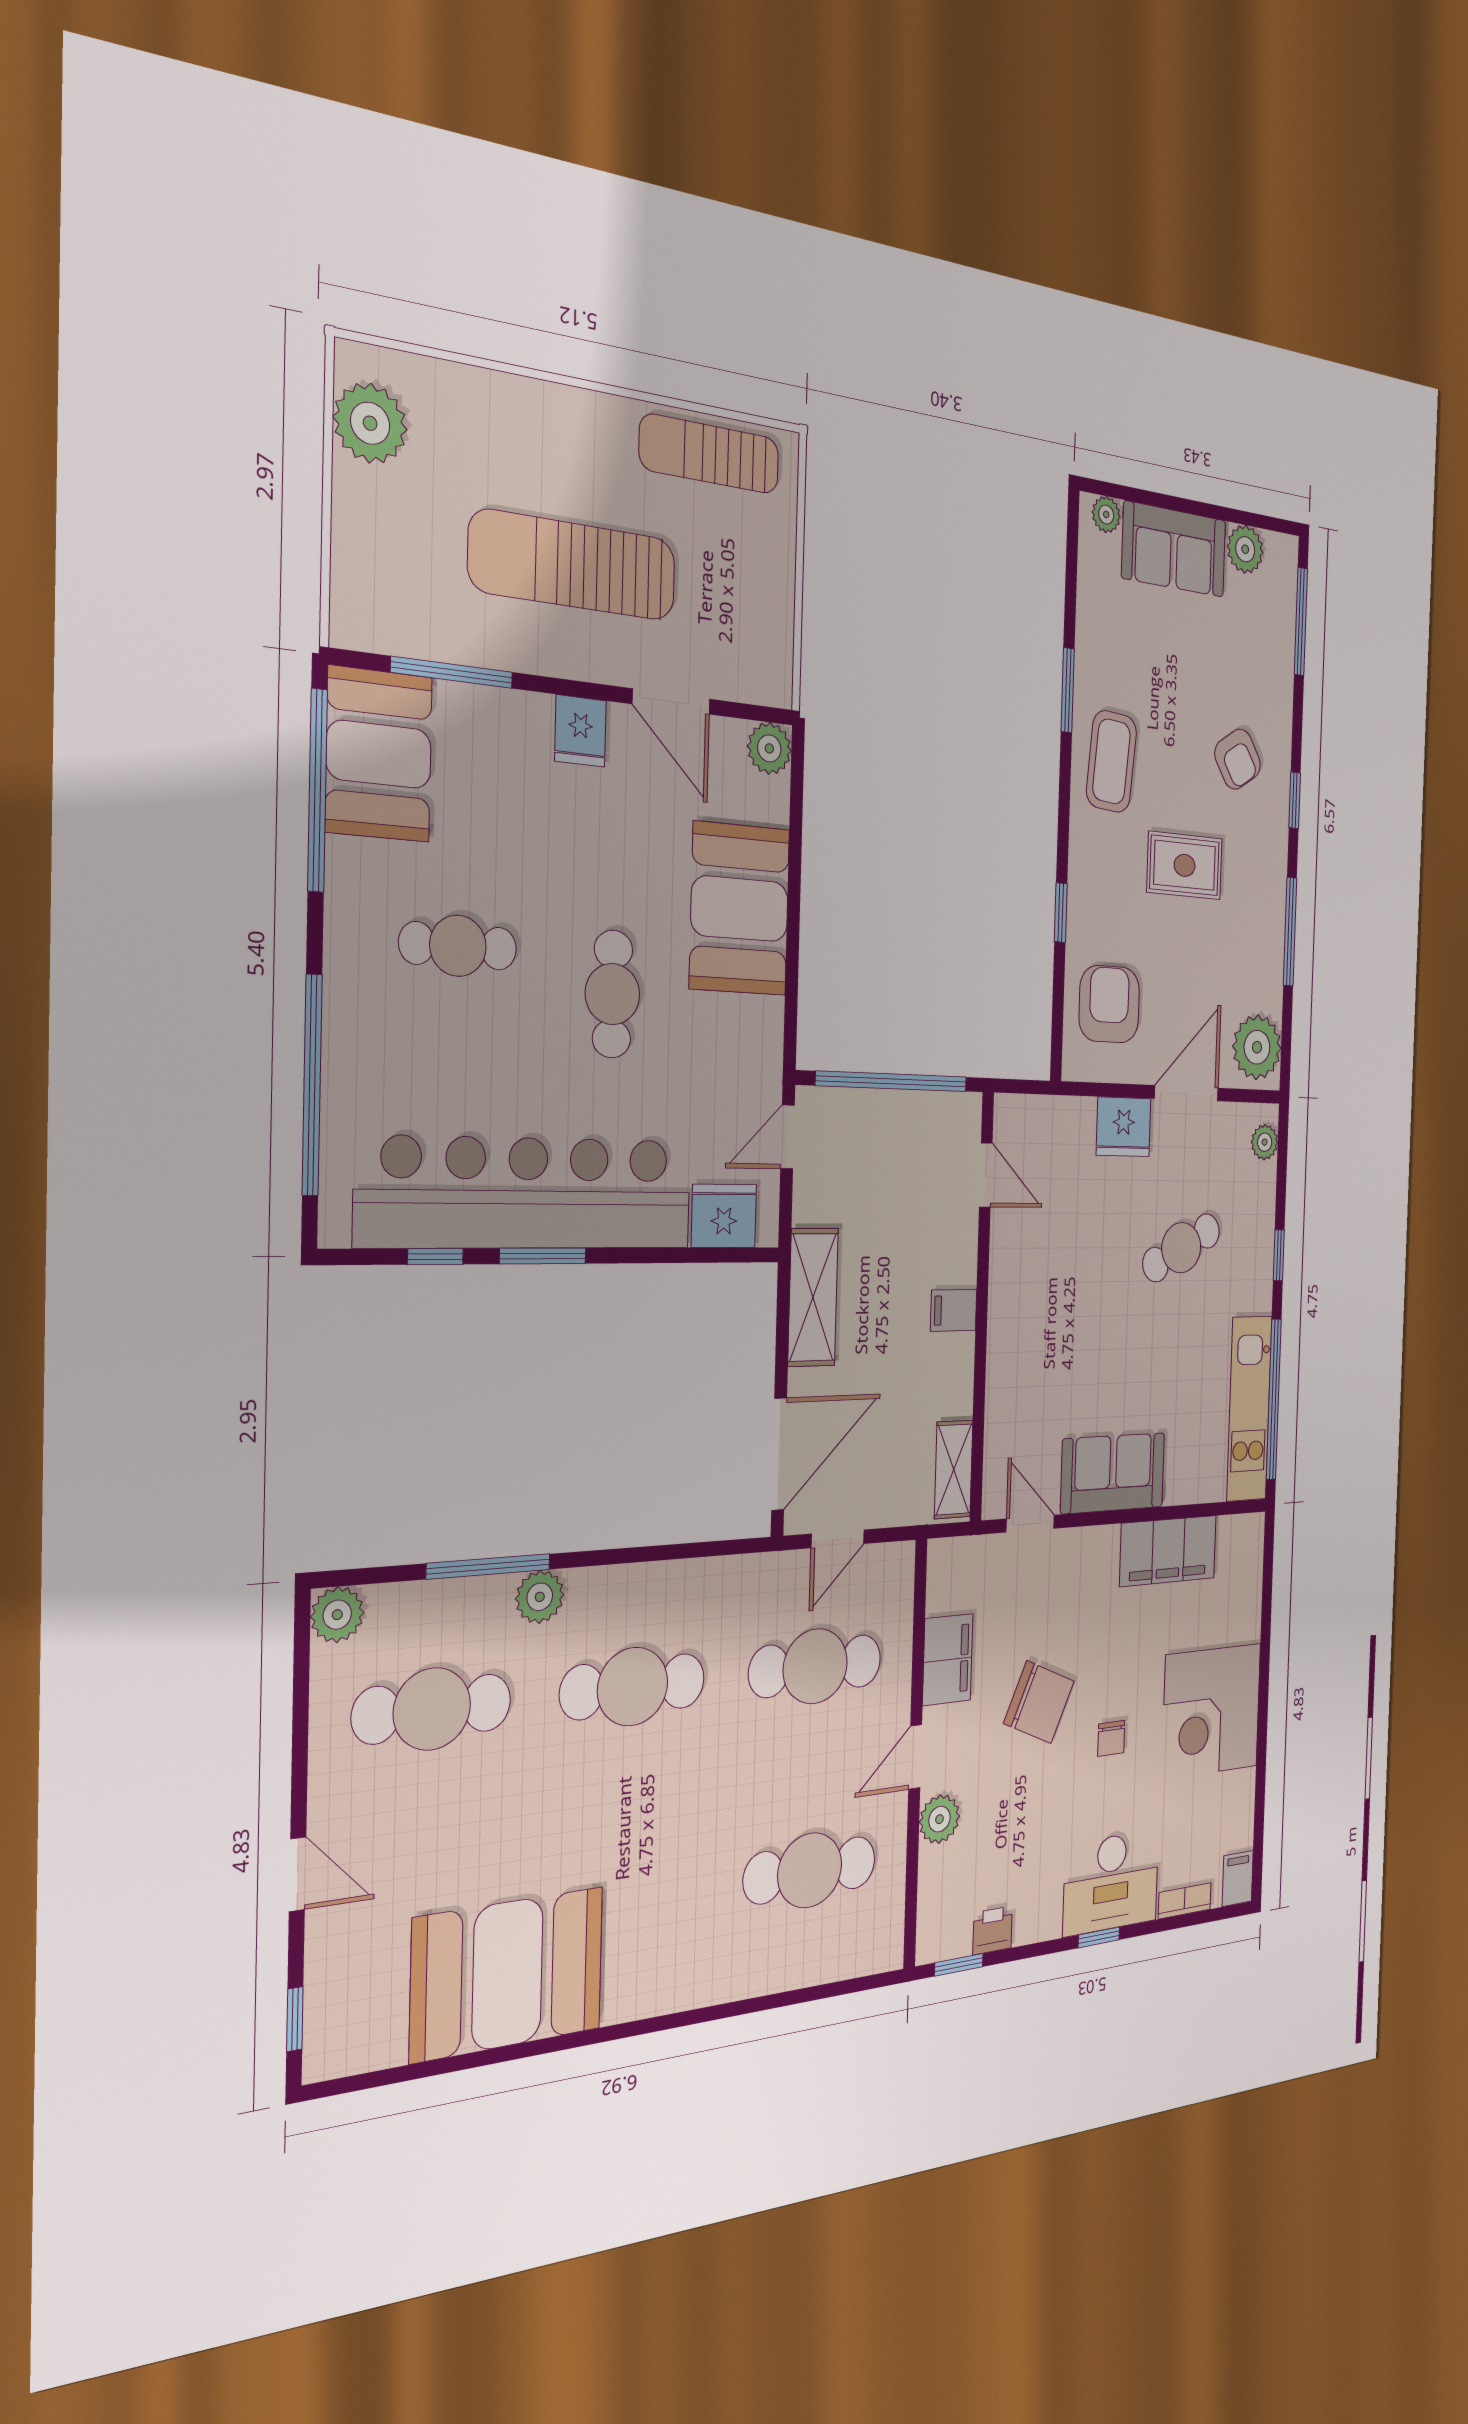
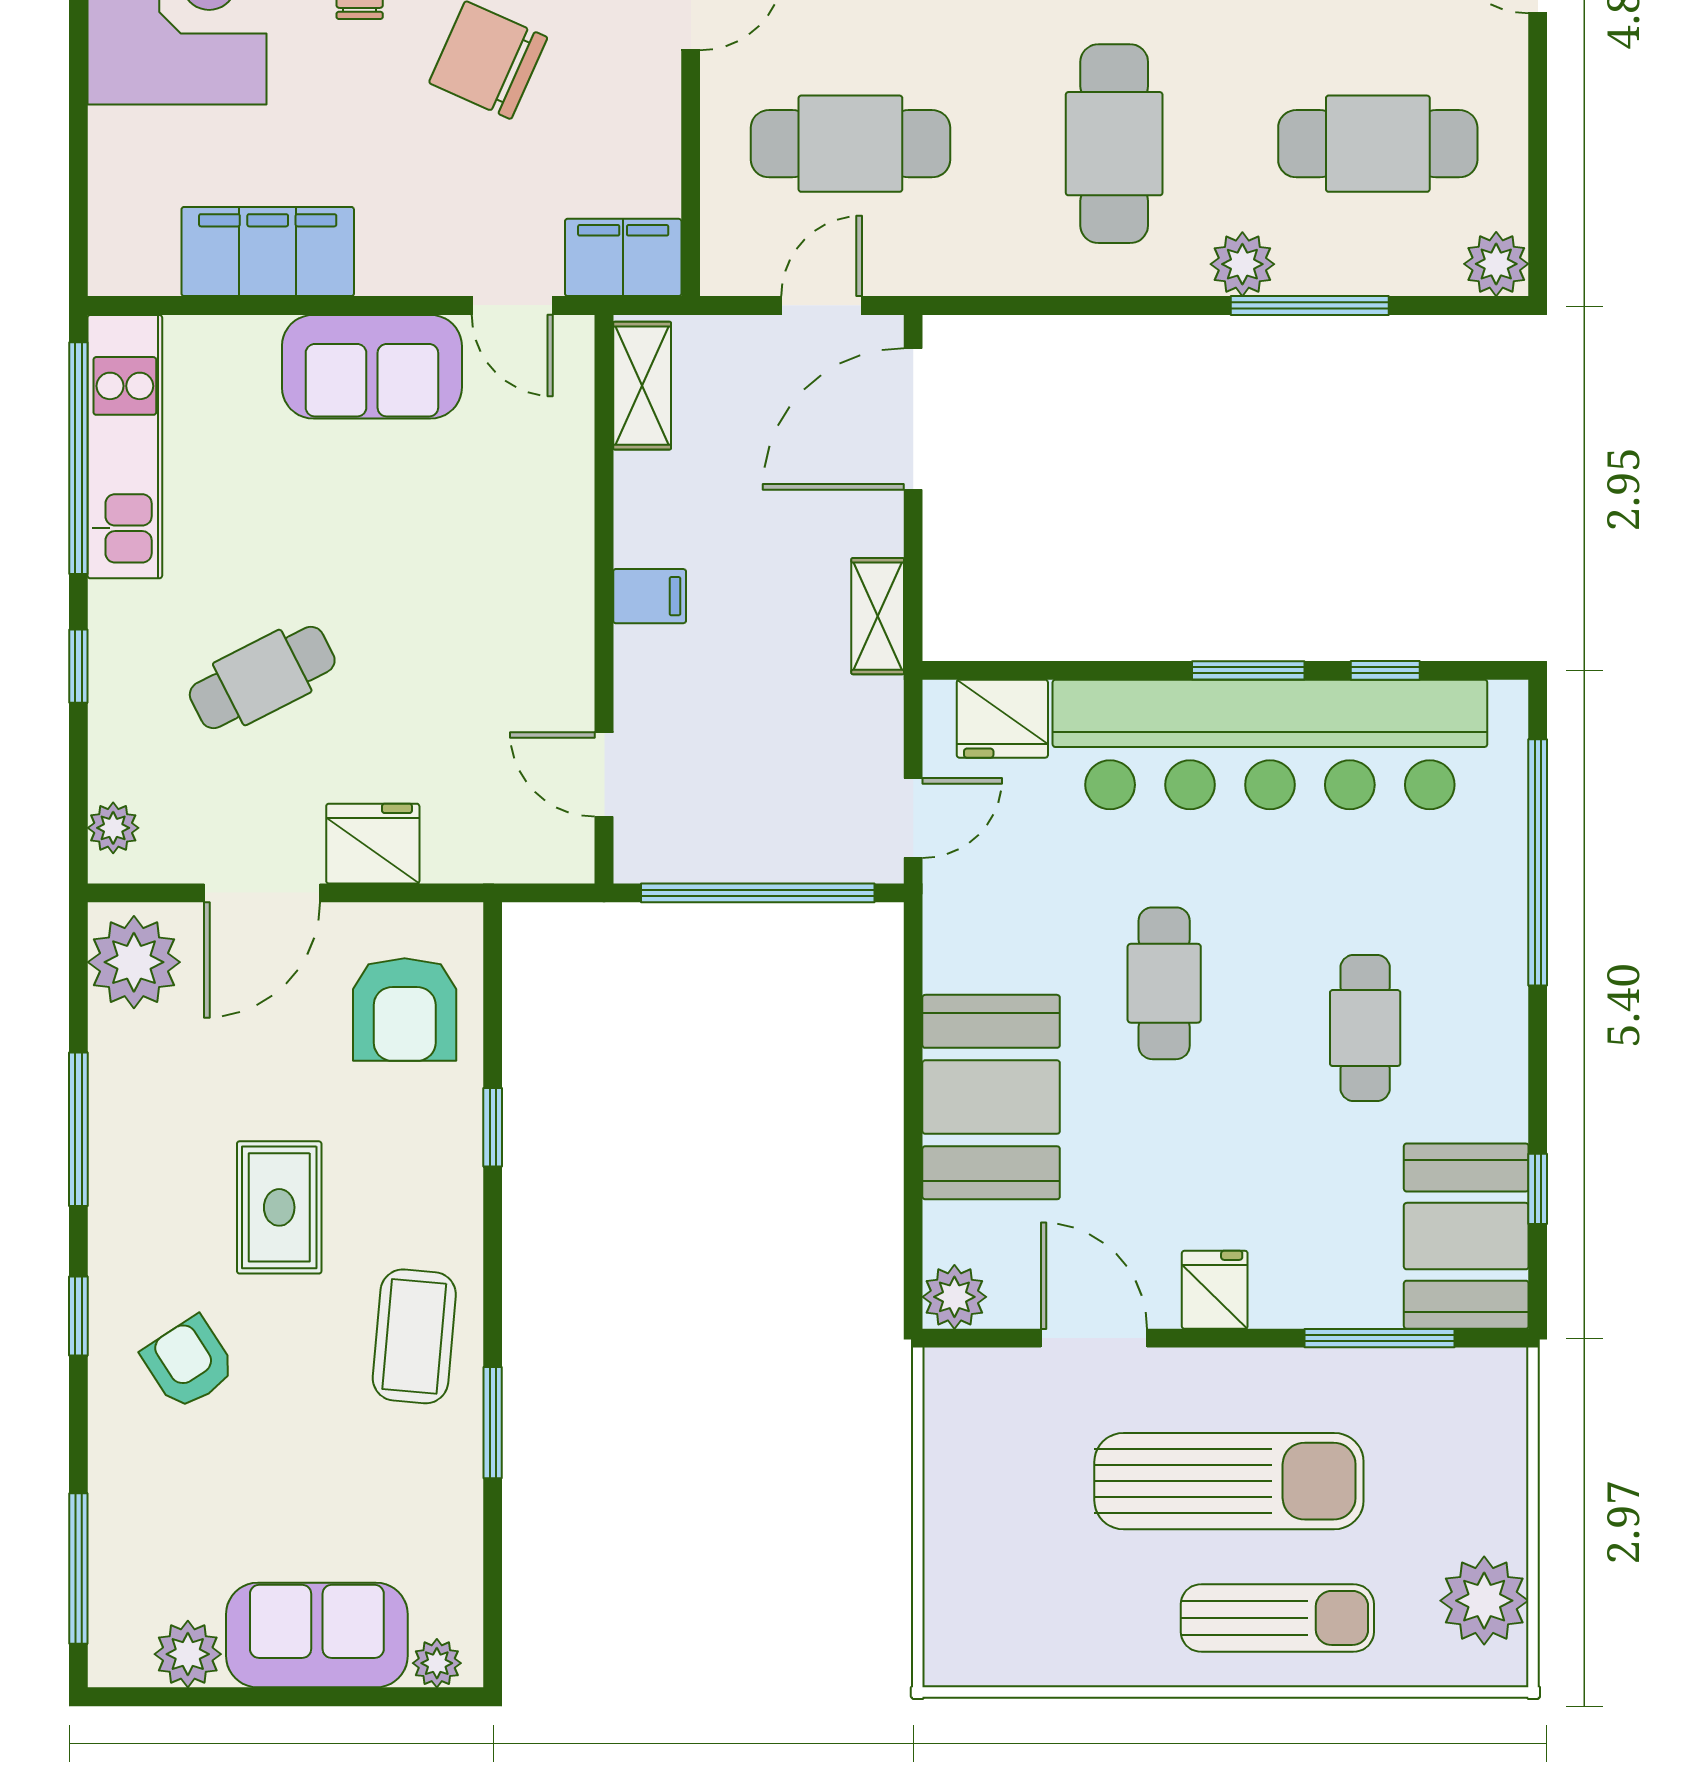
sun lounger: (710, 454) -> (1277, 1618), moved
window: (317, 790) -> (1538, 1189), width x0.32
rug: (1185, 865) -> (279, 1207), turned 90
cafe table: (458, 946) -> (1365, 1028), turned 90
shelving: (813, 1297) -> (878, 616), width x0.67, depth x0.75
filing cabinet: (948, 1660) -> (623, 257), moved, turned 90
cafe table: (633, 1687) -> (1114, 144), turned 90

